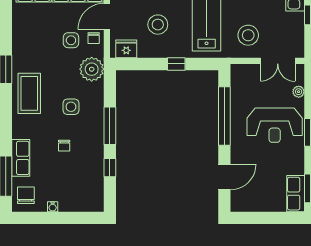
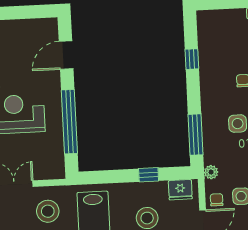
window: (176, 64) -> (149, 175), moved
plant: (92, 69) -> (211, 172), width x0.53, depth x0.53
window: (110, 126) -> (196, 135), moved

